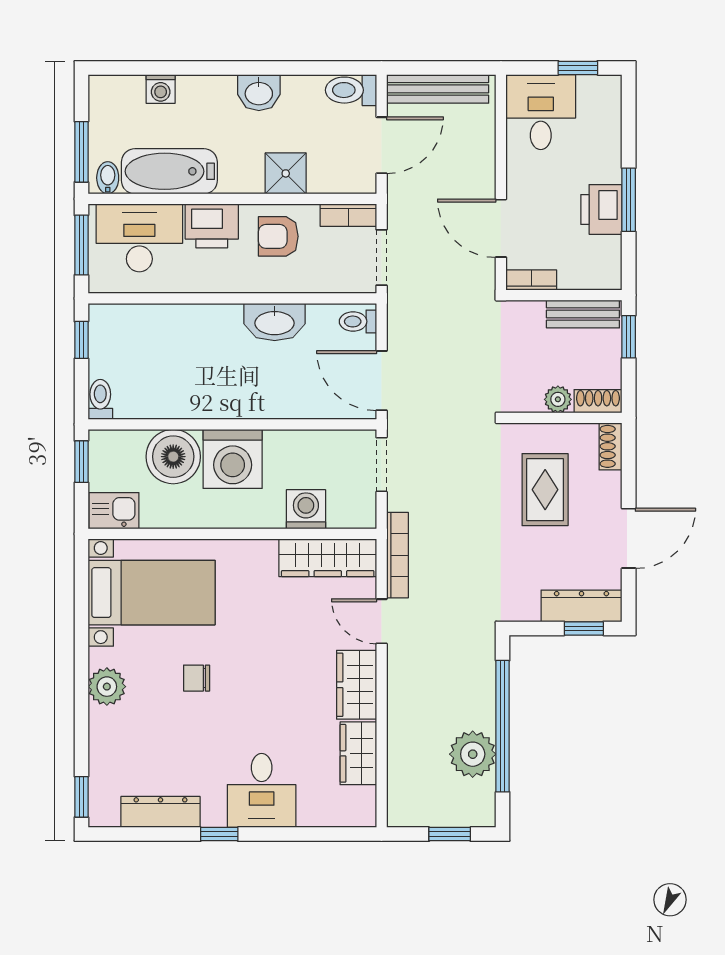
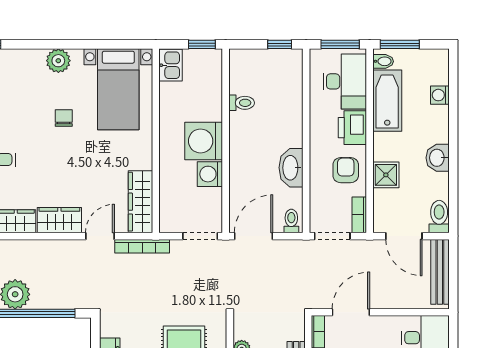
toilet: (100, 399) -> (242, 103), moved
boiler: (173, 457) -> (205, 103), removed
washing machine: (306, 509) -> (210, 174), moved, turned 180

